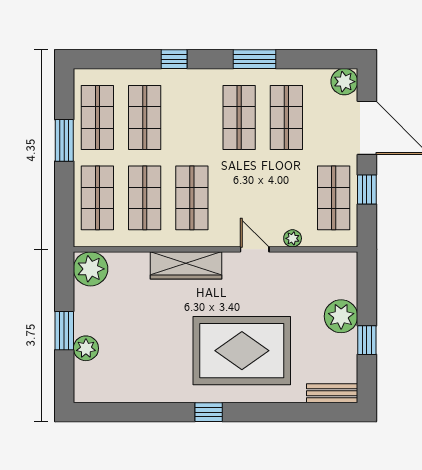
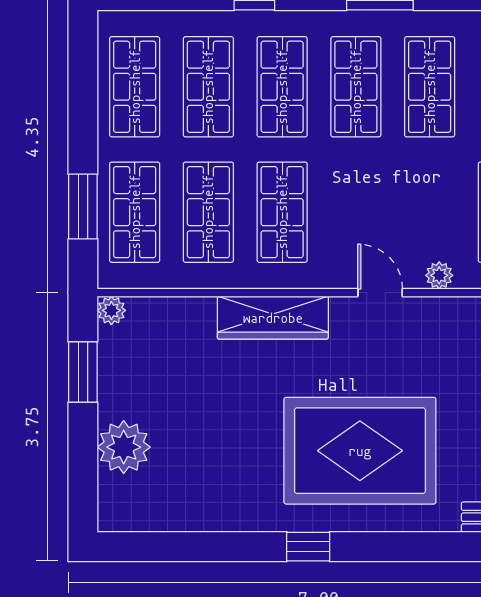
shop shelf: (192, 118) -> (282, 87), added
window: (64, 140) -> (83, 207), moved
plant: (91, 269) -> (111, 310), width x0.53, depth x0.53
window: (64, 331) -> (83, 372), moved
plant: (86, 348) -> (124, 447), width x1.36, depth x1.36

